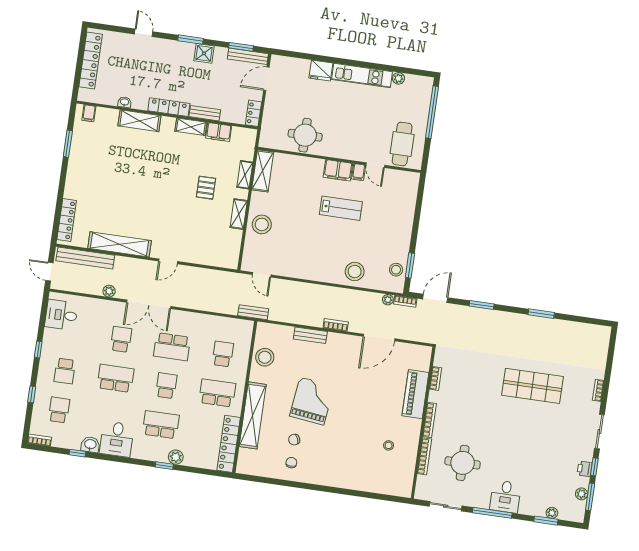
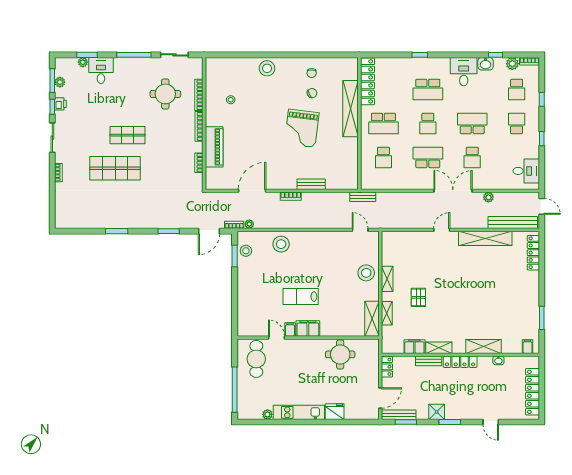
stool: (265, 357) -> (267, 68), moved
school desk: (116, 378) -> (472, 123), turned 180
shop shelf: (513, 422) -> (127, 135), added
plant: (176, 457) -> (512, 64), moved
desk: (505, 497) -> (101, 70), moved

